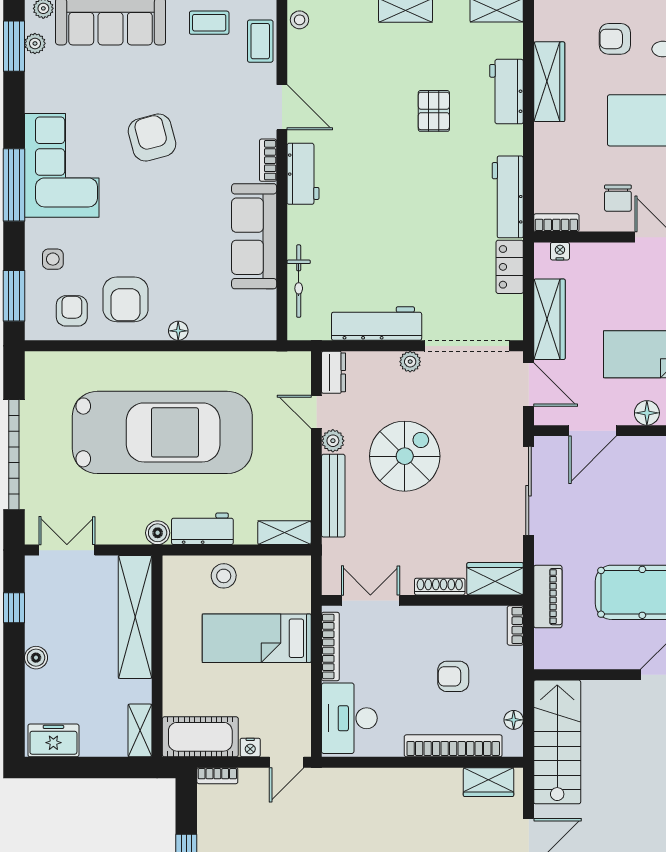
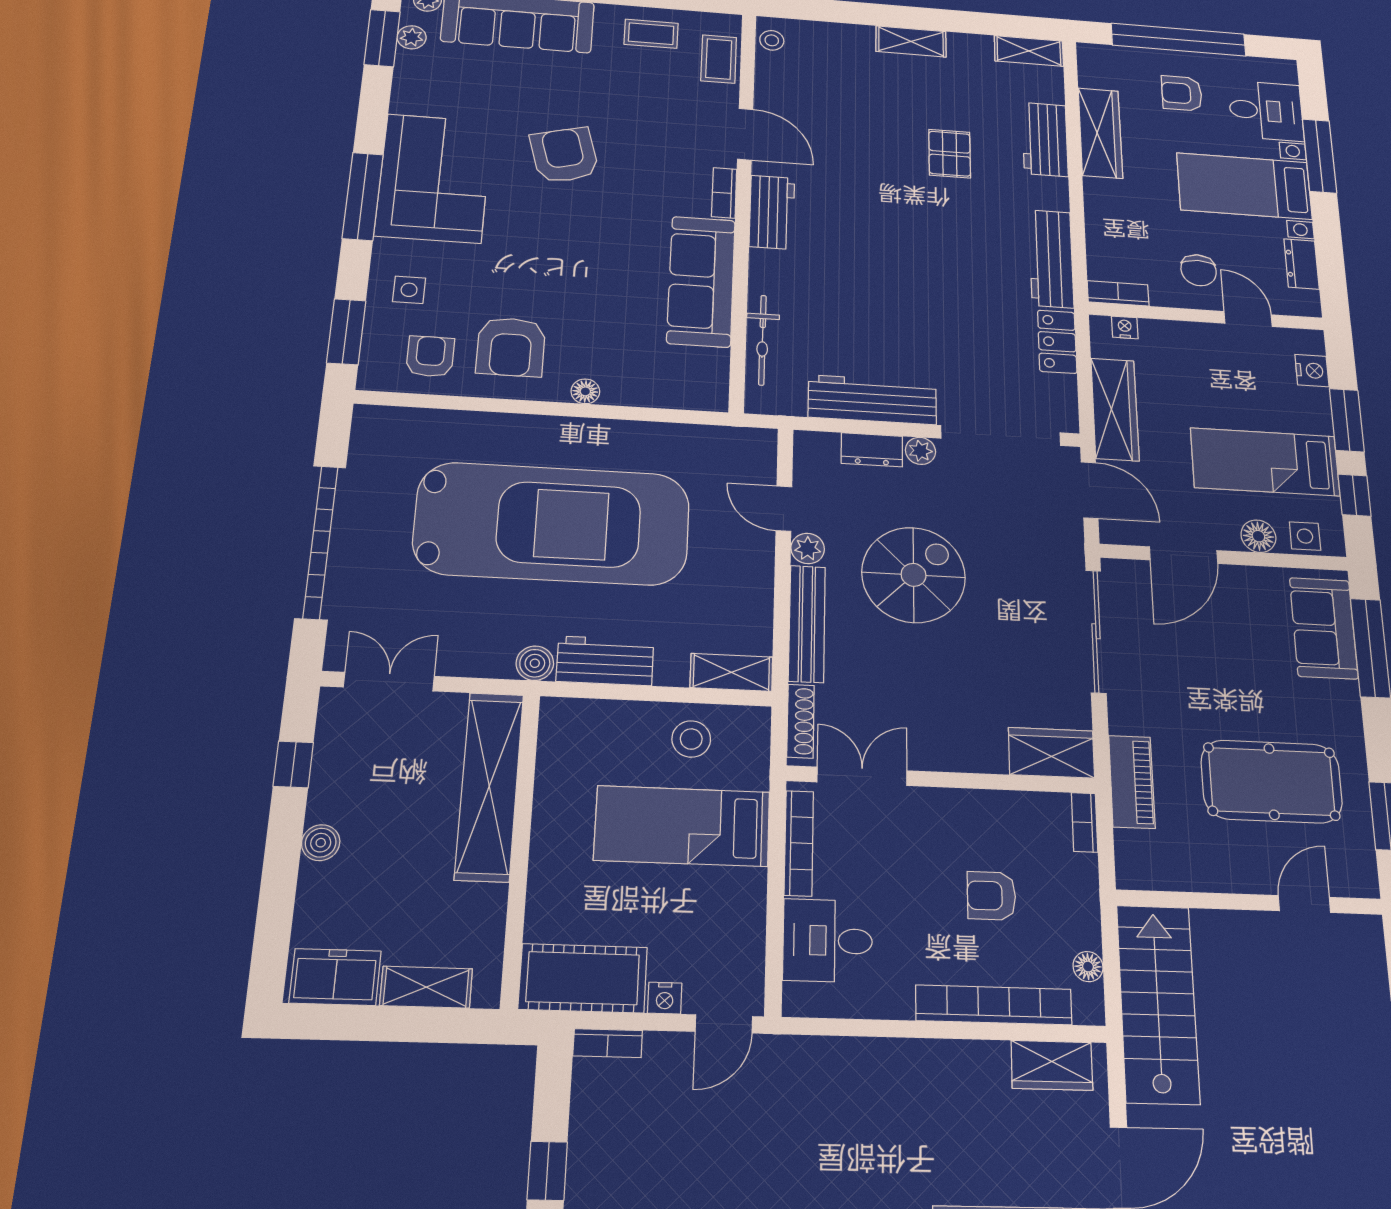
dresser: (334, 372) -> (872, 450), moved, turned 90
stool: (224, 576) -> (691, 739), moved
shoe rack: (440, 587) -> (801, 721), moved, turned 90
desk: (349, 718) -> (828, 941), width x0.73
shelving: (140, 730) -> (426, 987), moved, turned 90

